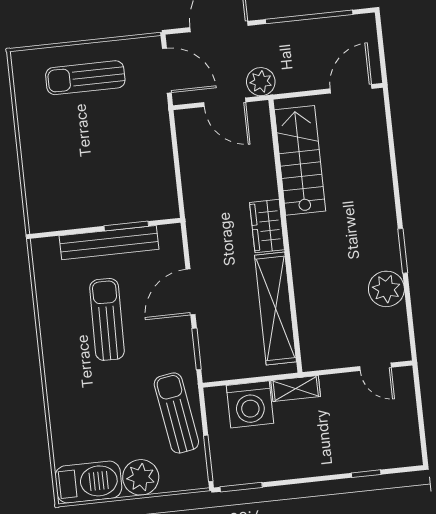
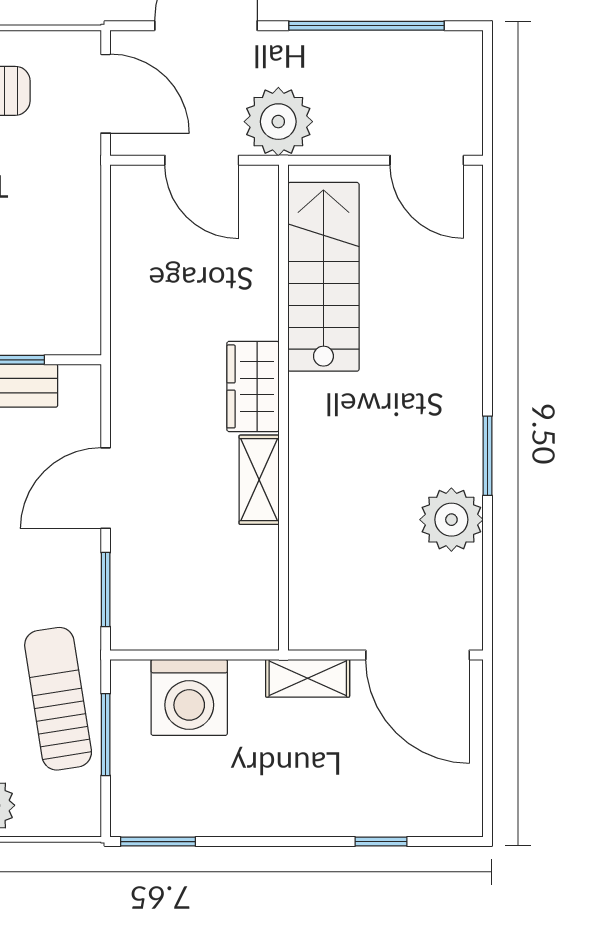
plant: (261, 82) -> (278, 122), width x1.36, depth x1.36
door: (351, 89) -> (427, 160), swing flipped
shelving: (276, 308) -> (259, 480), width x0.45, depth x0.75
door: (375, 367) -> (418, 655), width x1.88
shelving: (296, 389) -> (308, 678), moved
window: (208, 458) -> (106, 735), moved

